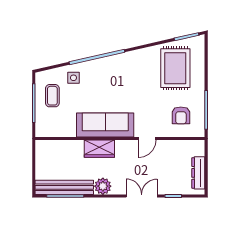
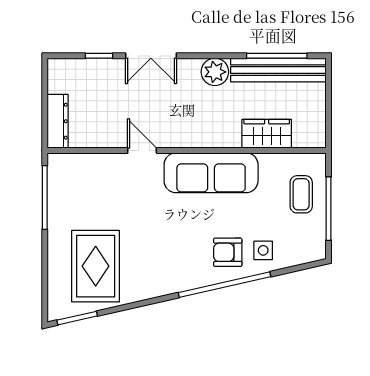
coffee table: (52, 96) -> (301, 194), moved
armchair: (181, 115) -> (228, 252), moved, turned -90
door: (147, 139) -> (142, 150), hinge flipped
wardrobe: (99, 149) -> (267, 134), moved
dresser: (198, 173) -> (58, 121), moved

